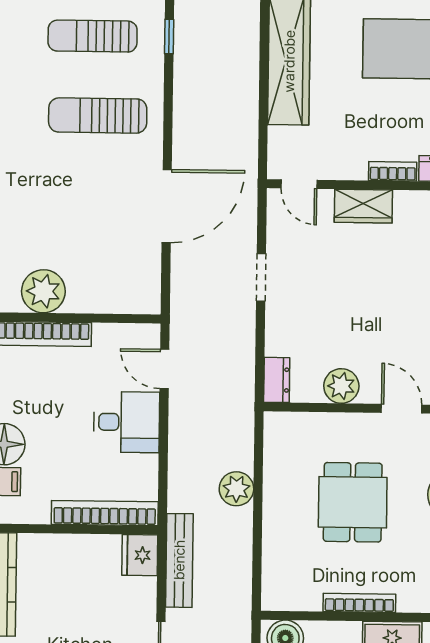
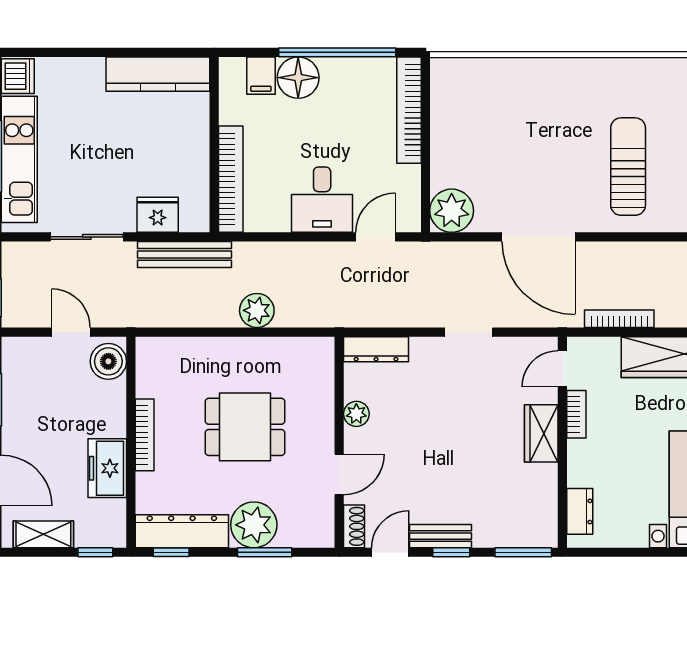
bookcase: (250, 126) -> (619, 319), added
bookcase: (393, 171) -> (576, 414), moved
plant: (43, 291) -> (452, 211), moved
dresser: (277, 380) -> (376, 349), width x1.44
plant: (341, 386) -> (356, 414), width x0.73, depth x0.73
fridge: (140, 555) -> (158, 215), moved

